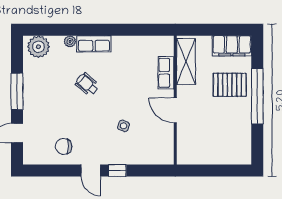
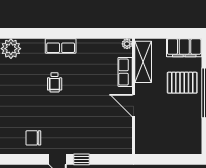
plant: (70, 41) -> (127, 44), moved
wheelchair: (87, 84) -> (55, 82), turned -130
side table: (124, 126) -> (87, 120), removed

